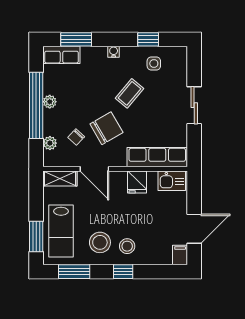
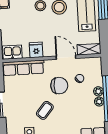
chair: (106, 128) -> (59, 86), turned -150
plant: (50, 143) -> (98, 91), moved

